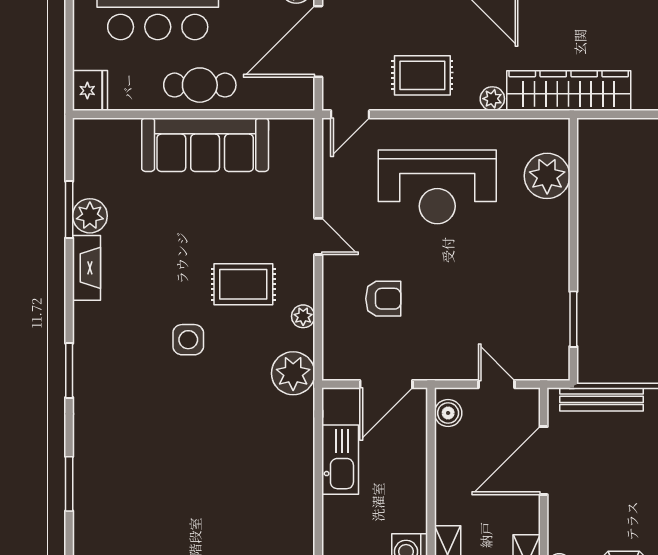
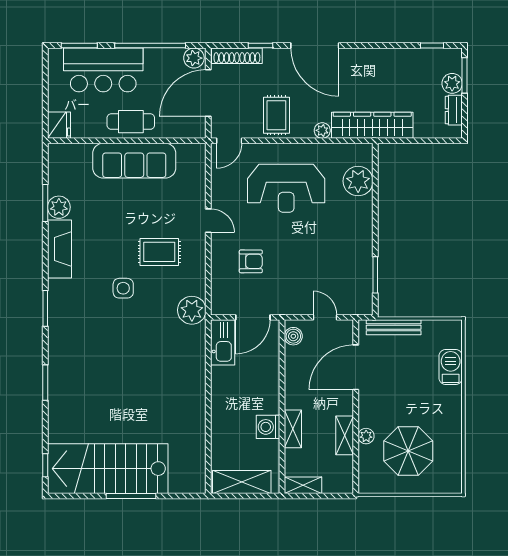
rug: (422, 75) -> (276, 115), turned 90
fireplace: (87, 268) -> (60, 249), width x1.37, depth x1.32
plant: (303, 316) -> (198, 273), removed
kitchen sink: (340, 460) -> (223, 342), moved

